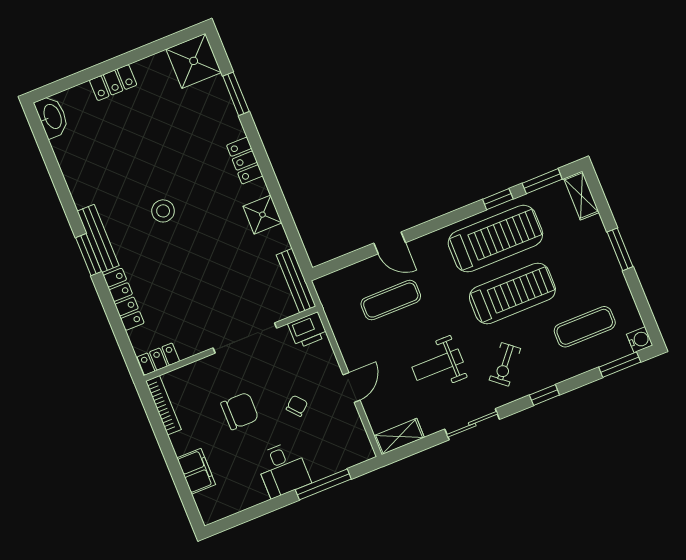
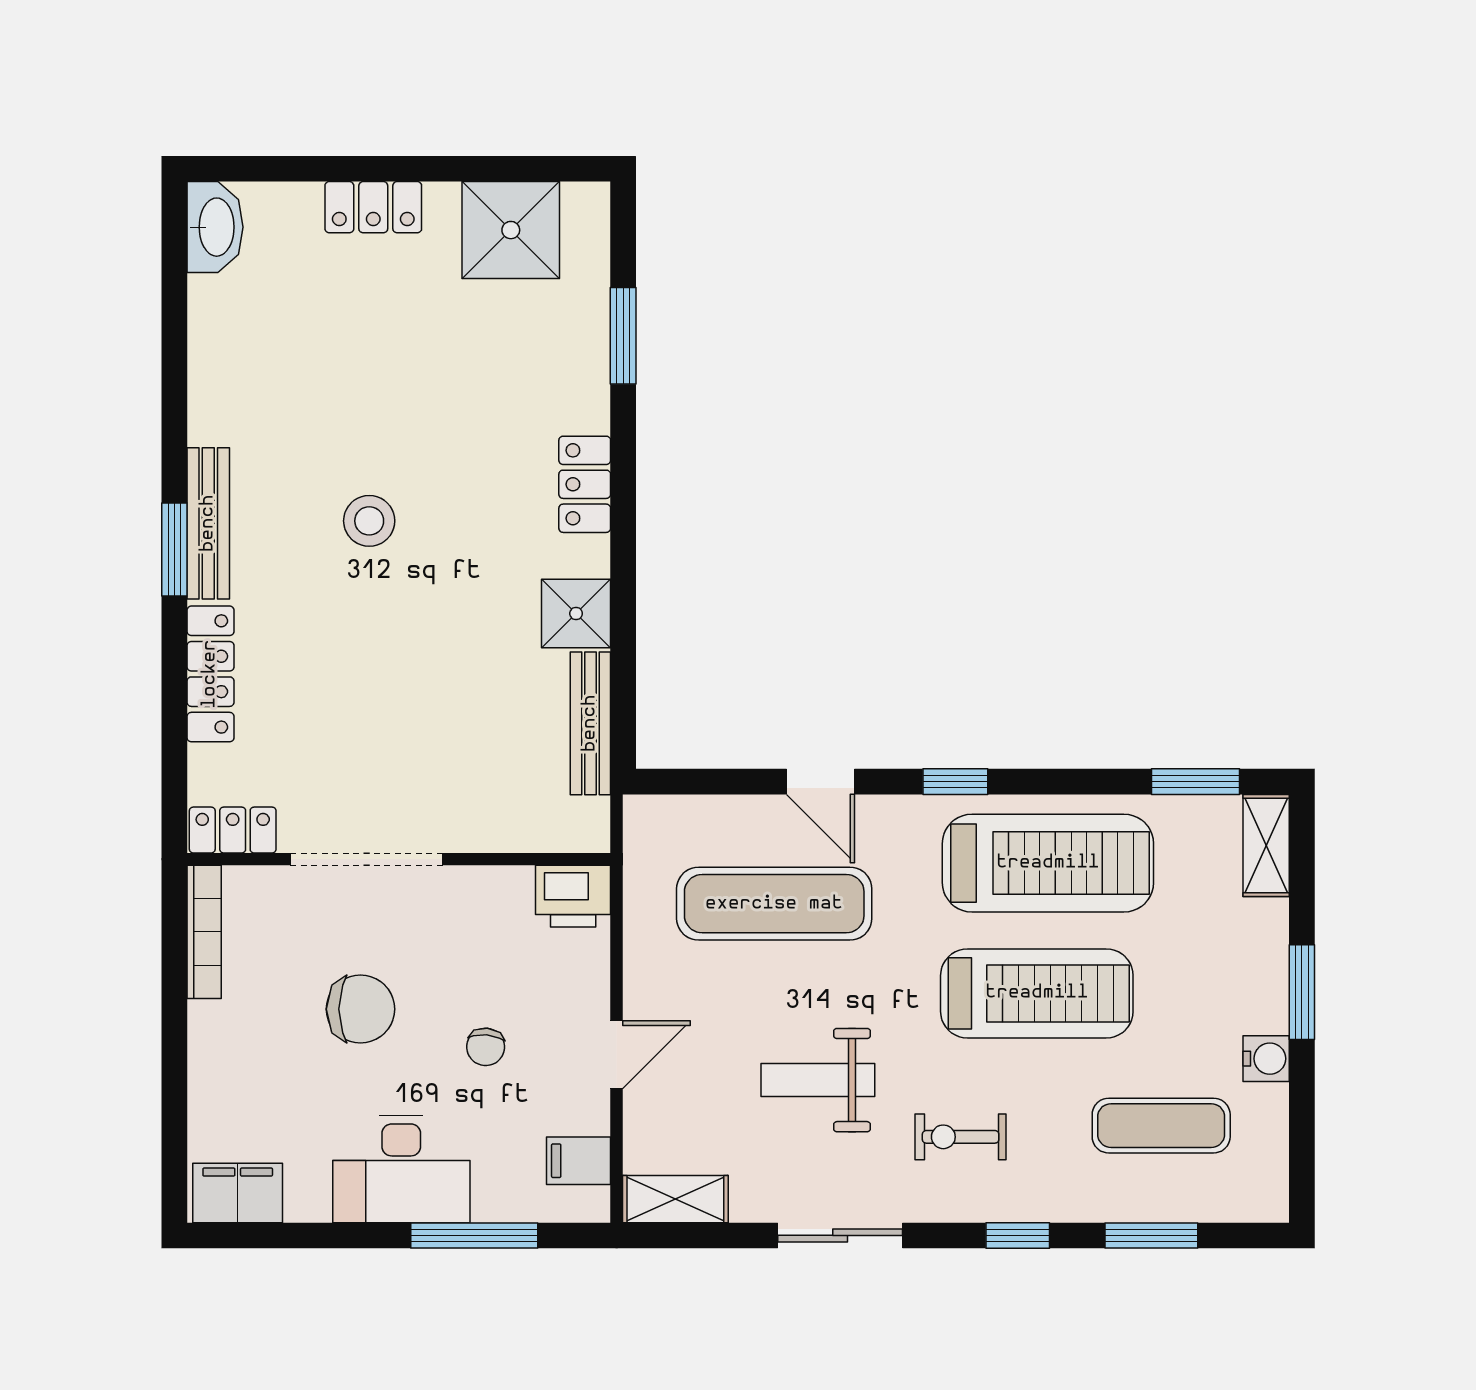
shower: (194, 61) -> (511, 230), moved
window: (498, 199) -> (955, 782), moved
bench: (296, 281) -> (590, 723), moved
exercise mat: (391, 300) -> (774, 904), width x1.36, depth x1.45
doorway: (245, 338) -> (367, 859), moved
water cooler: (640, 340) -> (1266, 1059), moved
exercise bike: (505, 364) -> (961, 1137), turned 50
window: (620, 365) -> (1151, 1235), moved
chair: (297, 406) -> (486, 1047), turned 136
filing cabinet: (353, 437) -> (579, 1161), added
desk: (283, 469) -> (401, 1169), width x1.37
filing cabinet: (196, 471) -> (238, 1193), moved, turned -90

